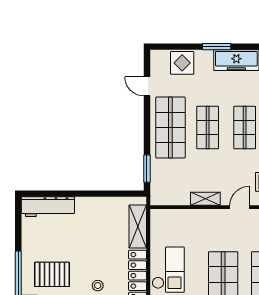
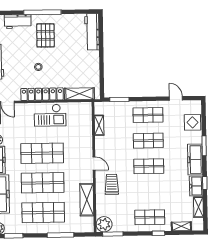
door: (147, 86) -> (176, 98), hinge flipped
shop shelf: (170, 128) -> (148, 115), width x0.70, depth x0.74
shelving: (205, 199) -> (99, 125), moved

